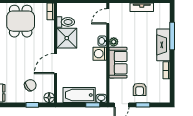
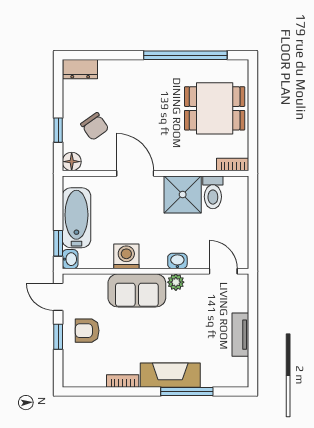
washing machine: (100, 54) -> (126, 256), moved

